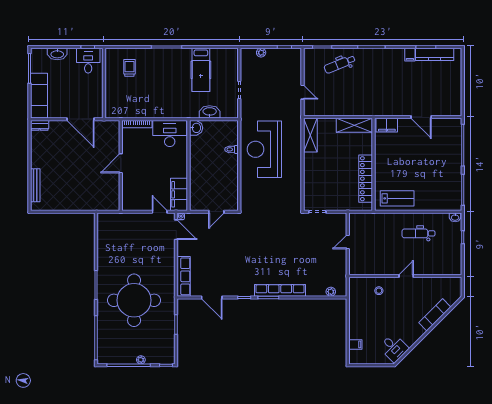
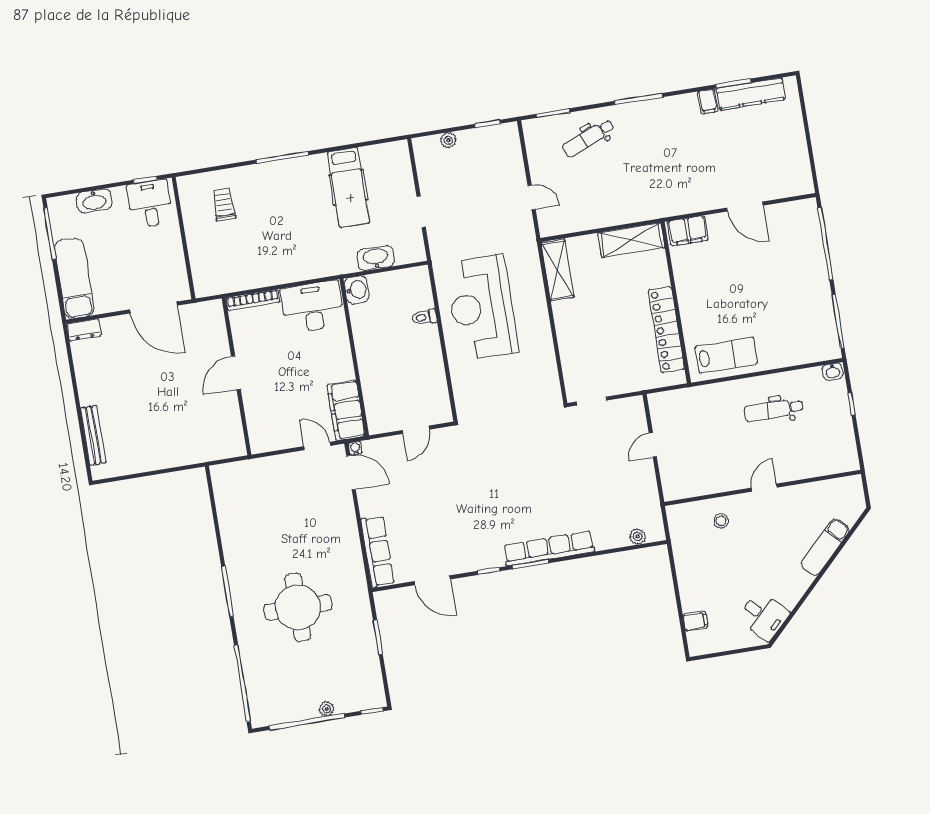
round table: (134, 300) -> (298, 607), width x0.73, depth x0.73

